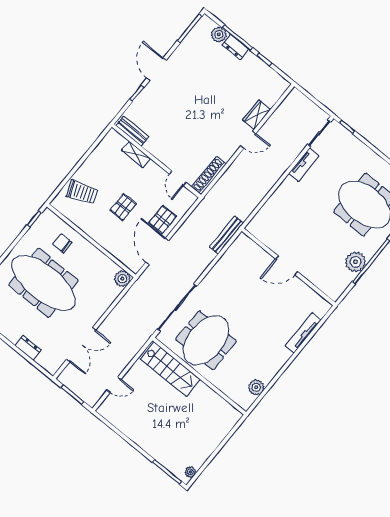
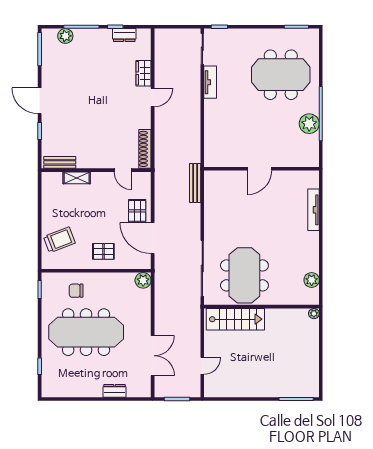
dresser: (235, 47) -> (124, 35), moved
pallet: (123, 207) -> (103, 251), moved, turned 90
plant: (190, 472) -> (314, 314), moved

